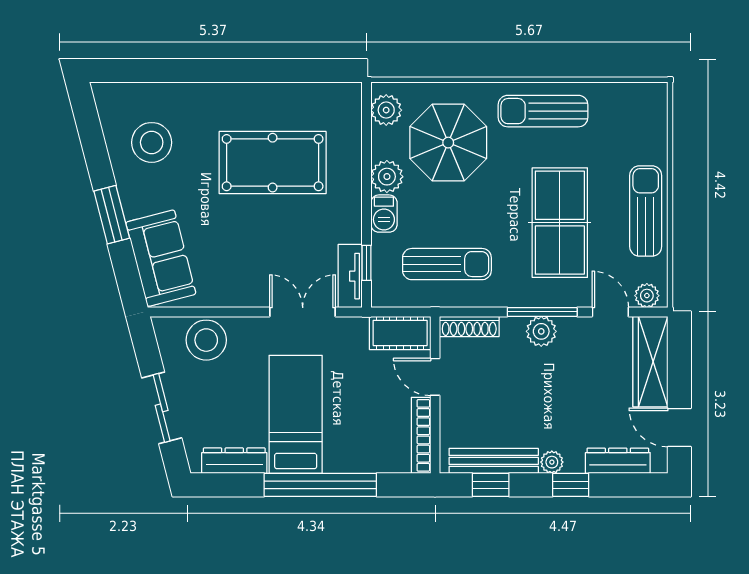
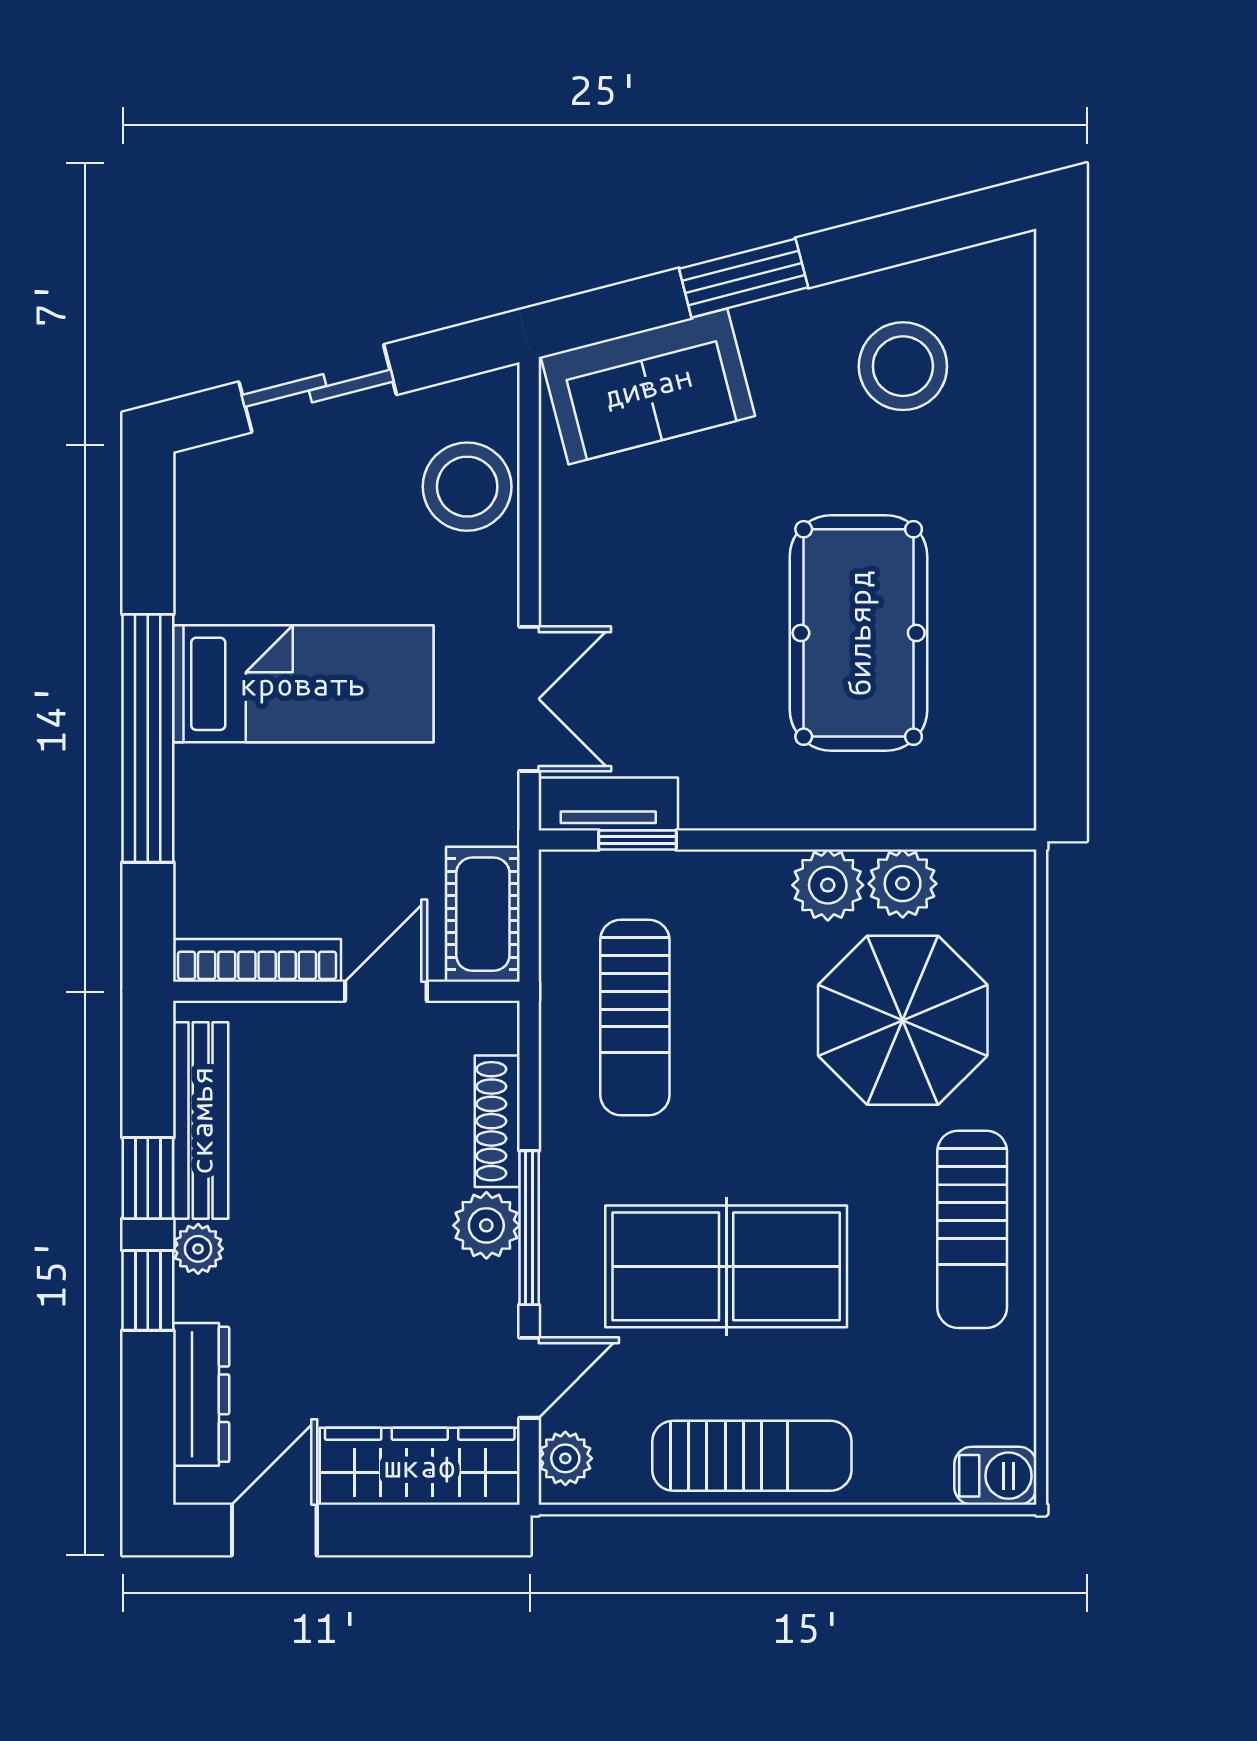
plant: (386, 110) -> (903, 884), moved
sun lounger: (543, 111) -> (972, 1229), turned 180
barbecue: (384, 214) -> (995, 1476), moved, turned 180
shoe rack: (469, 326) -> (497, 1121), moved
dresser: (234, 461) -> (201, 548), removed
window: (491, 485) -> (148, 1178), moved

